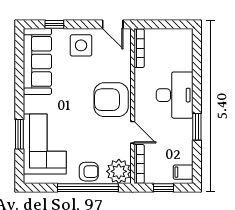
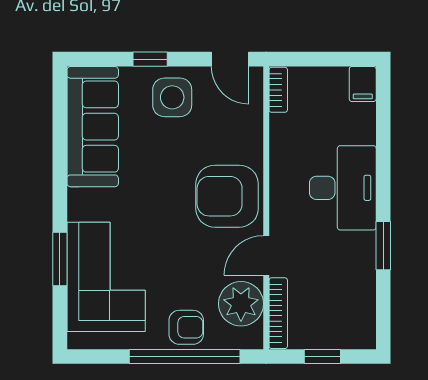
window: (54, 24) -> (150, 59), moved
bookcase: (139, 48) -> (278, 90), width x0.64
door: (133, 132) -> (266, 256), swing flipped
plant: (119, 171) -> (241, 304), moved
filing cabinet: (183, 172) -> (363, 84), moved, turned -90

